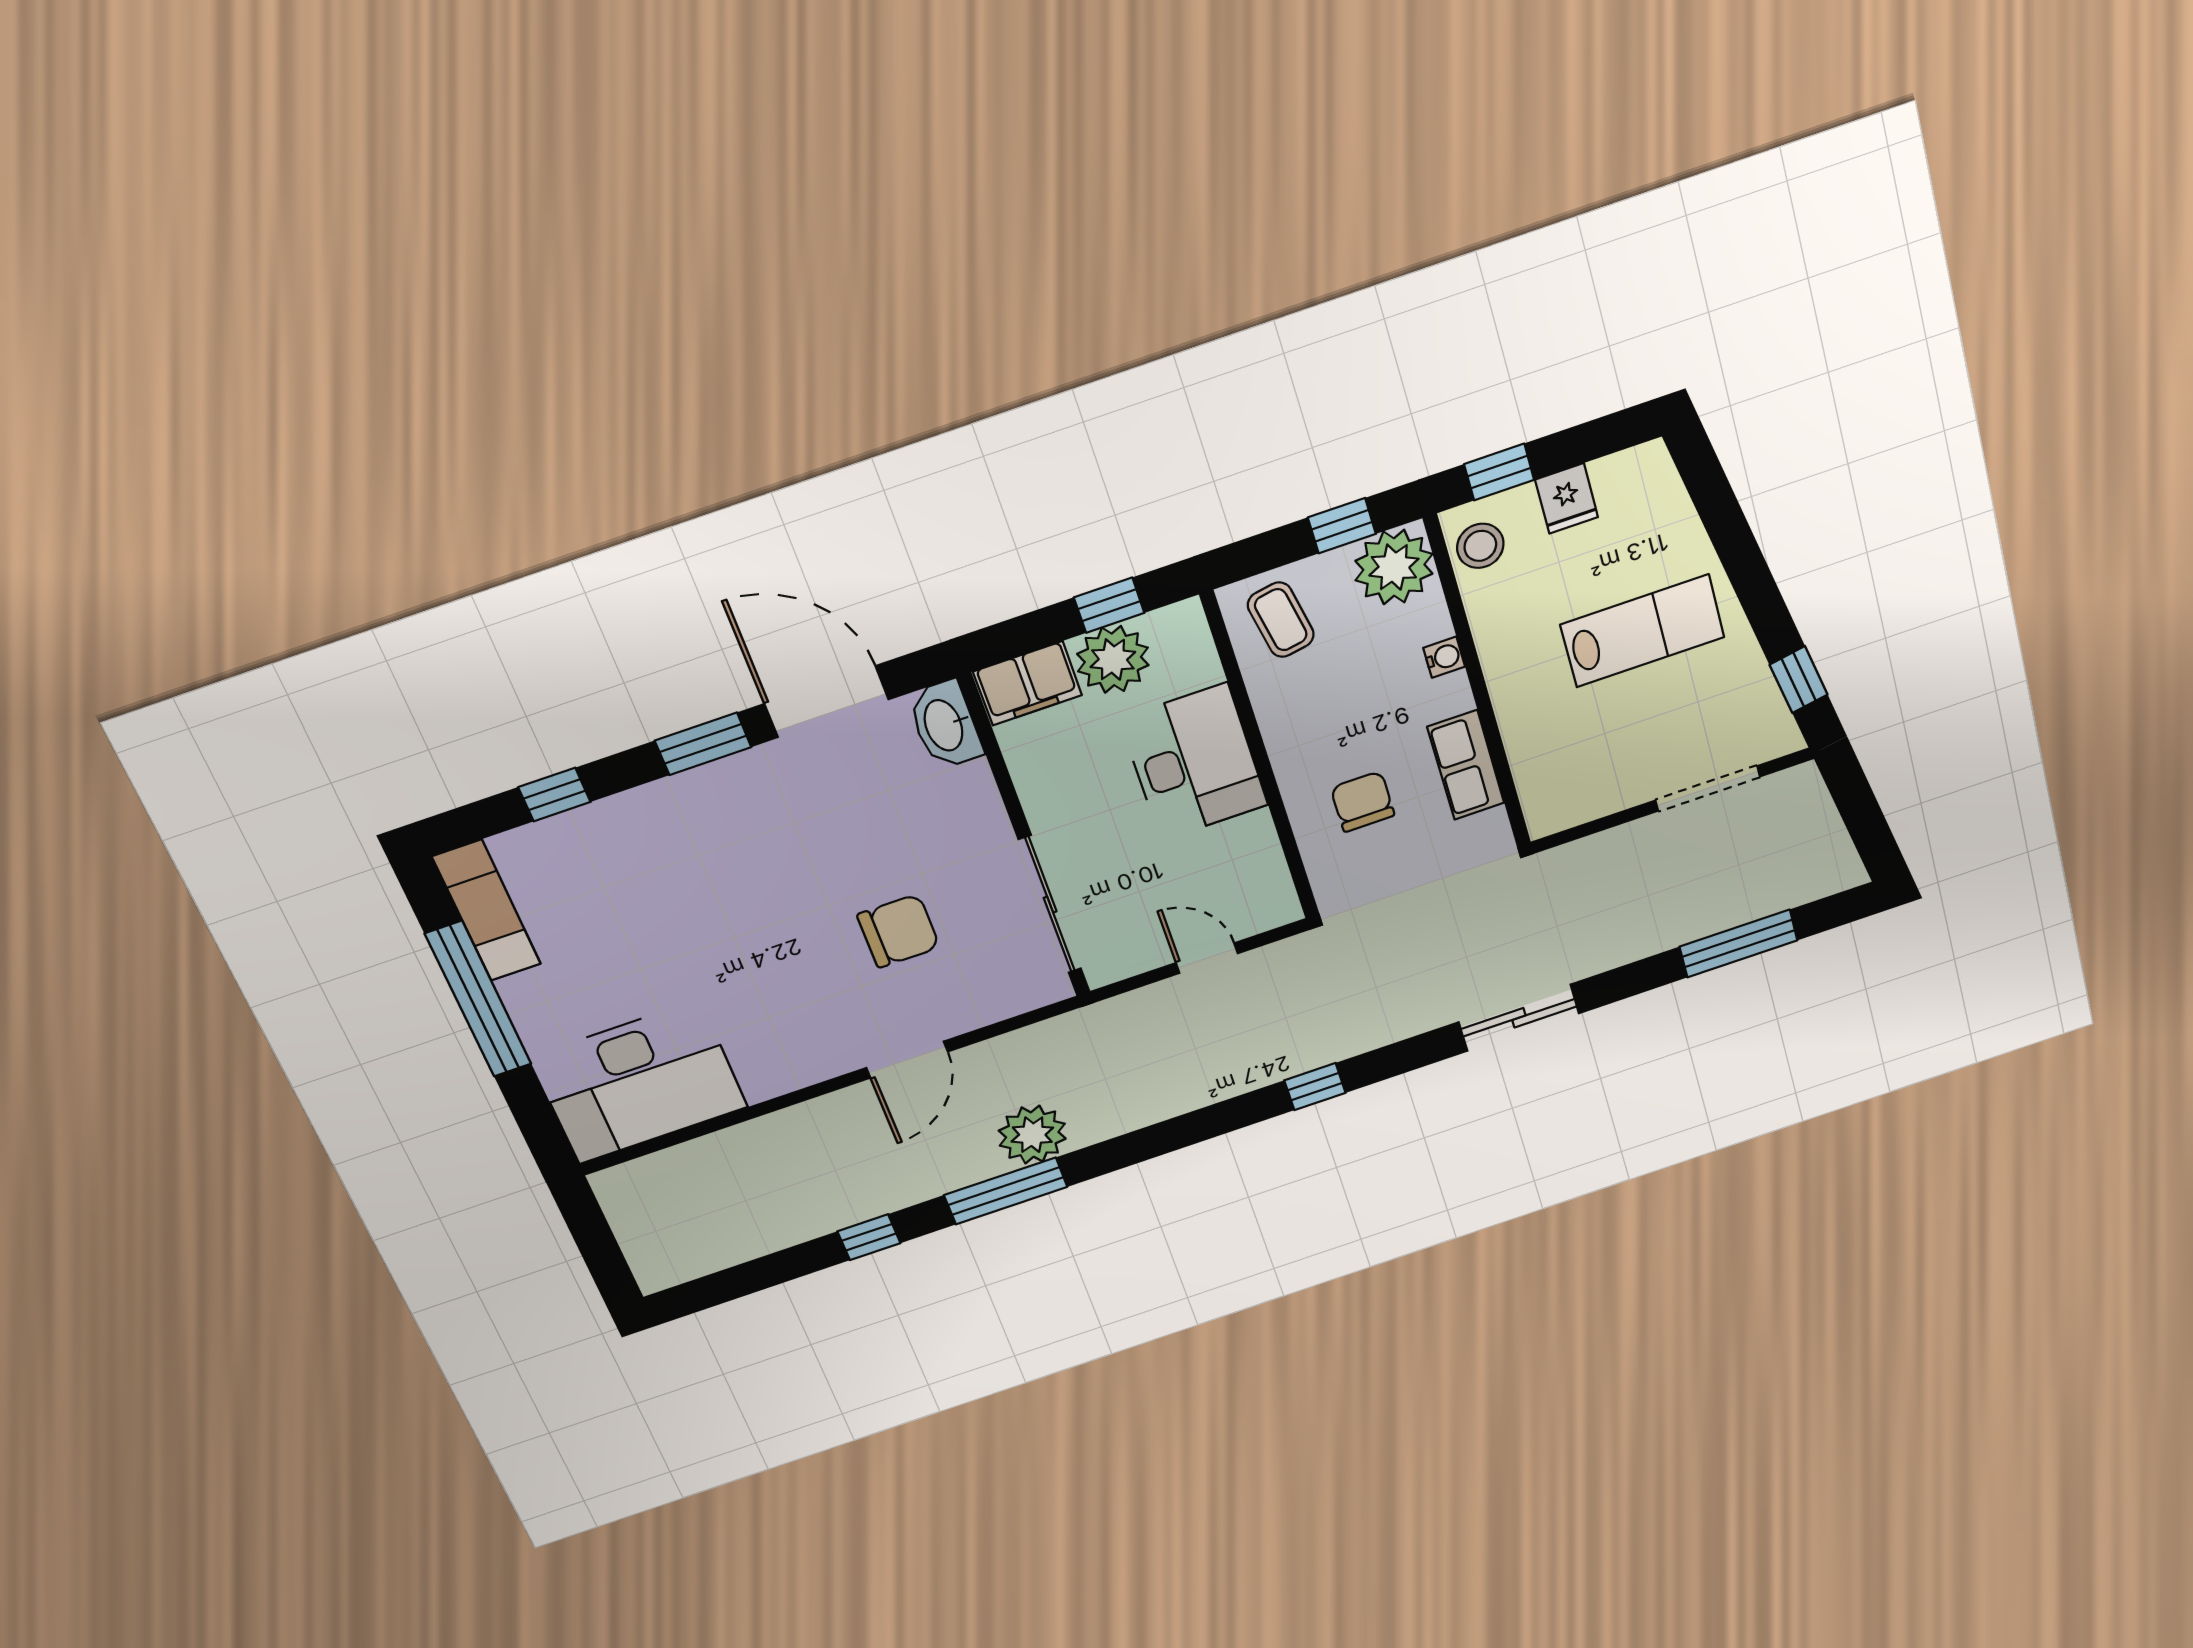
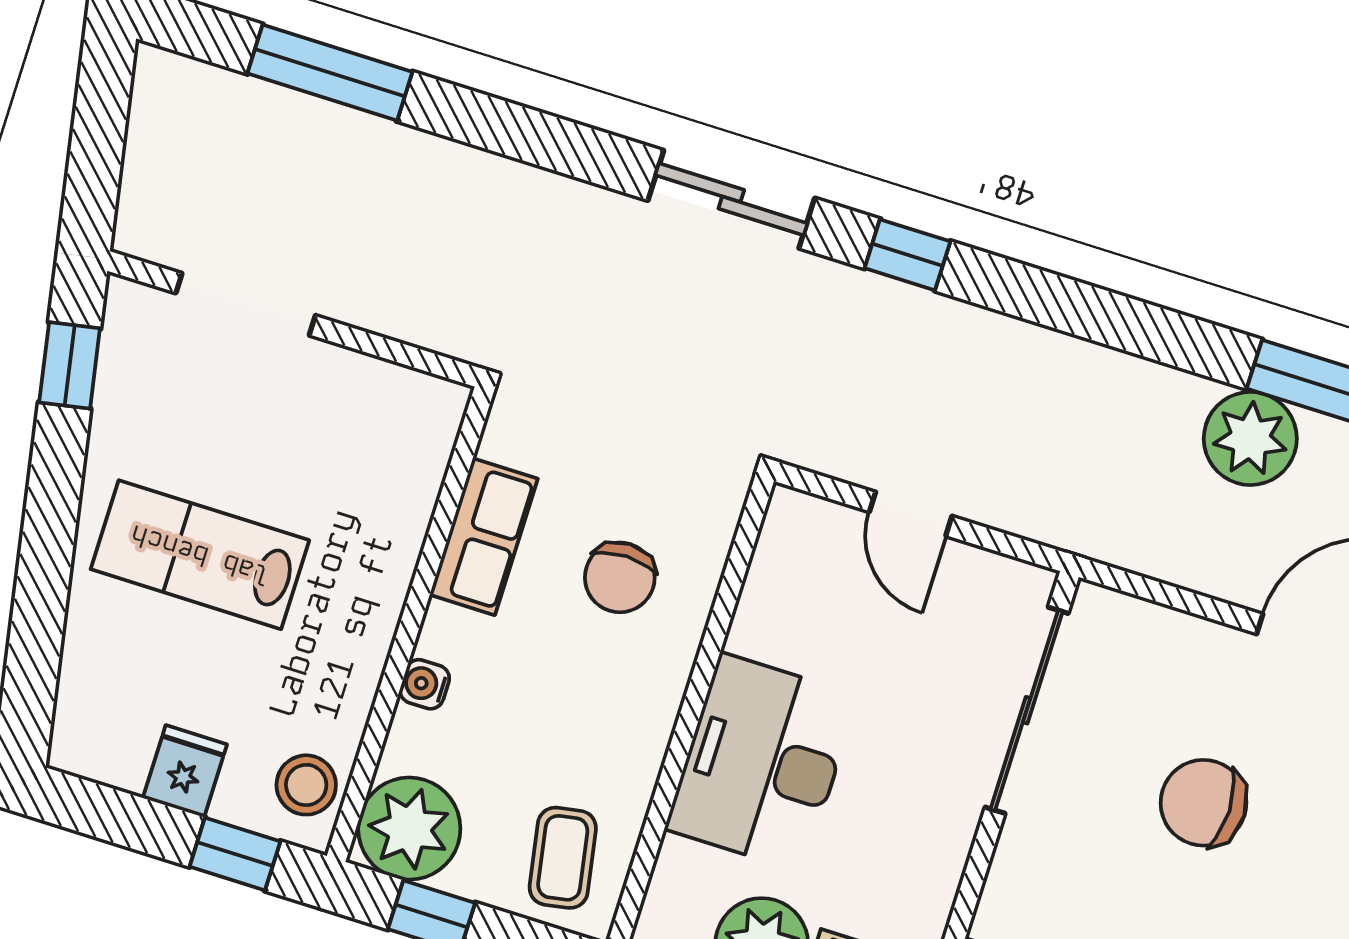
sliding door: (1519, 1018) -> (731, 199), moved

